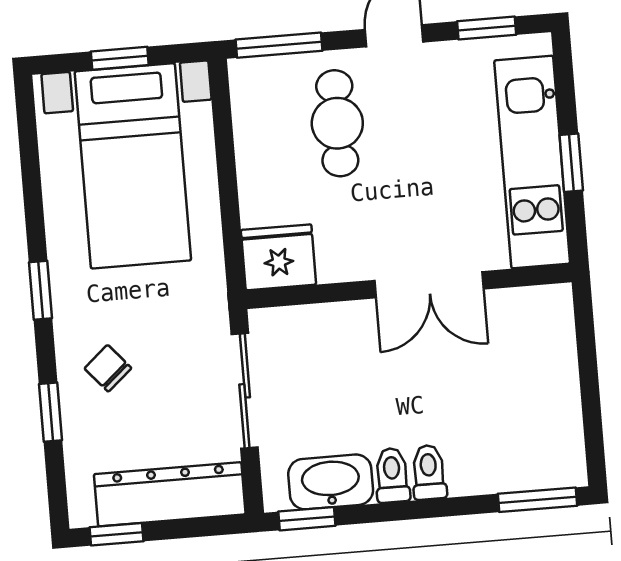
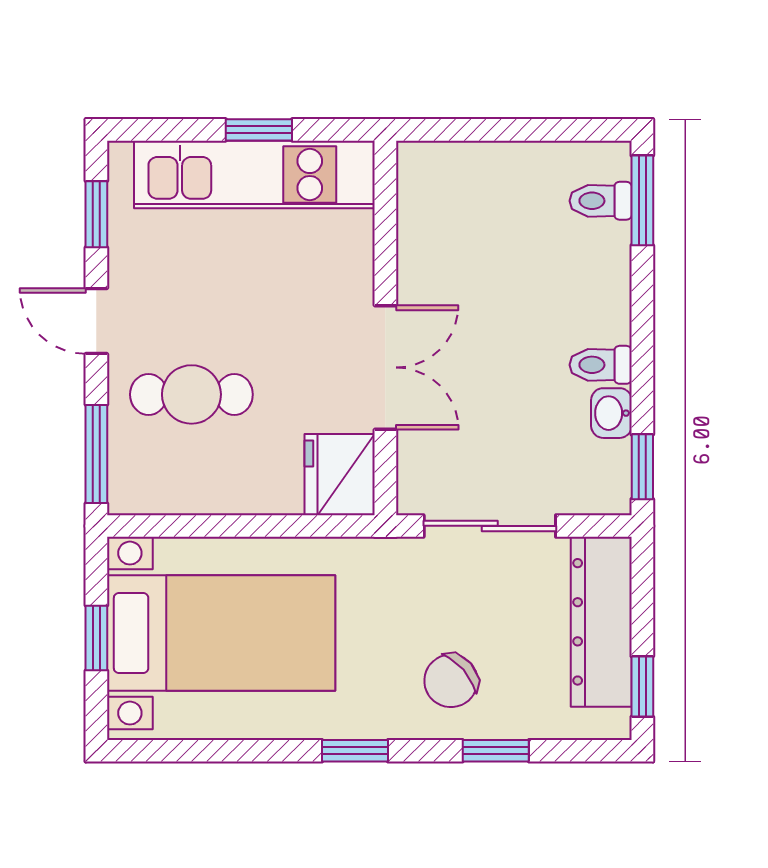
double door: (429, 285) -> (385, 367), moved
chair: (108, 368) -> (451, 681), width x1.37, depth x1.37
toilet: (429, 472) -> (601, 201), moved
washbasin: (331, 482) -> (611, 413), width x0.52, depth x0.69

